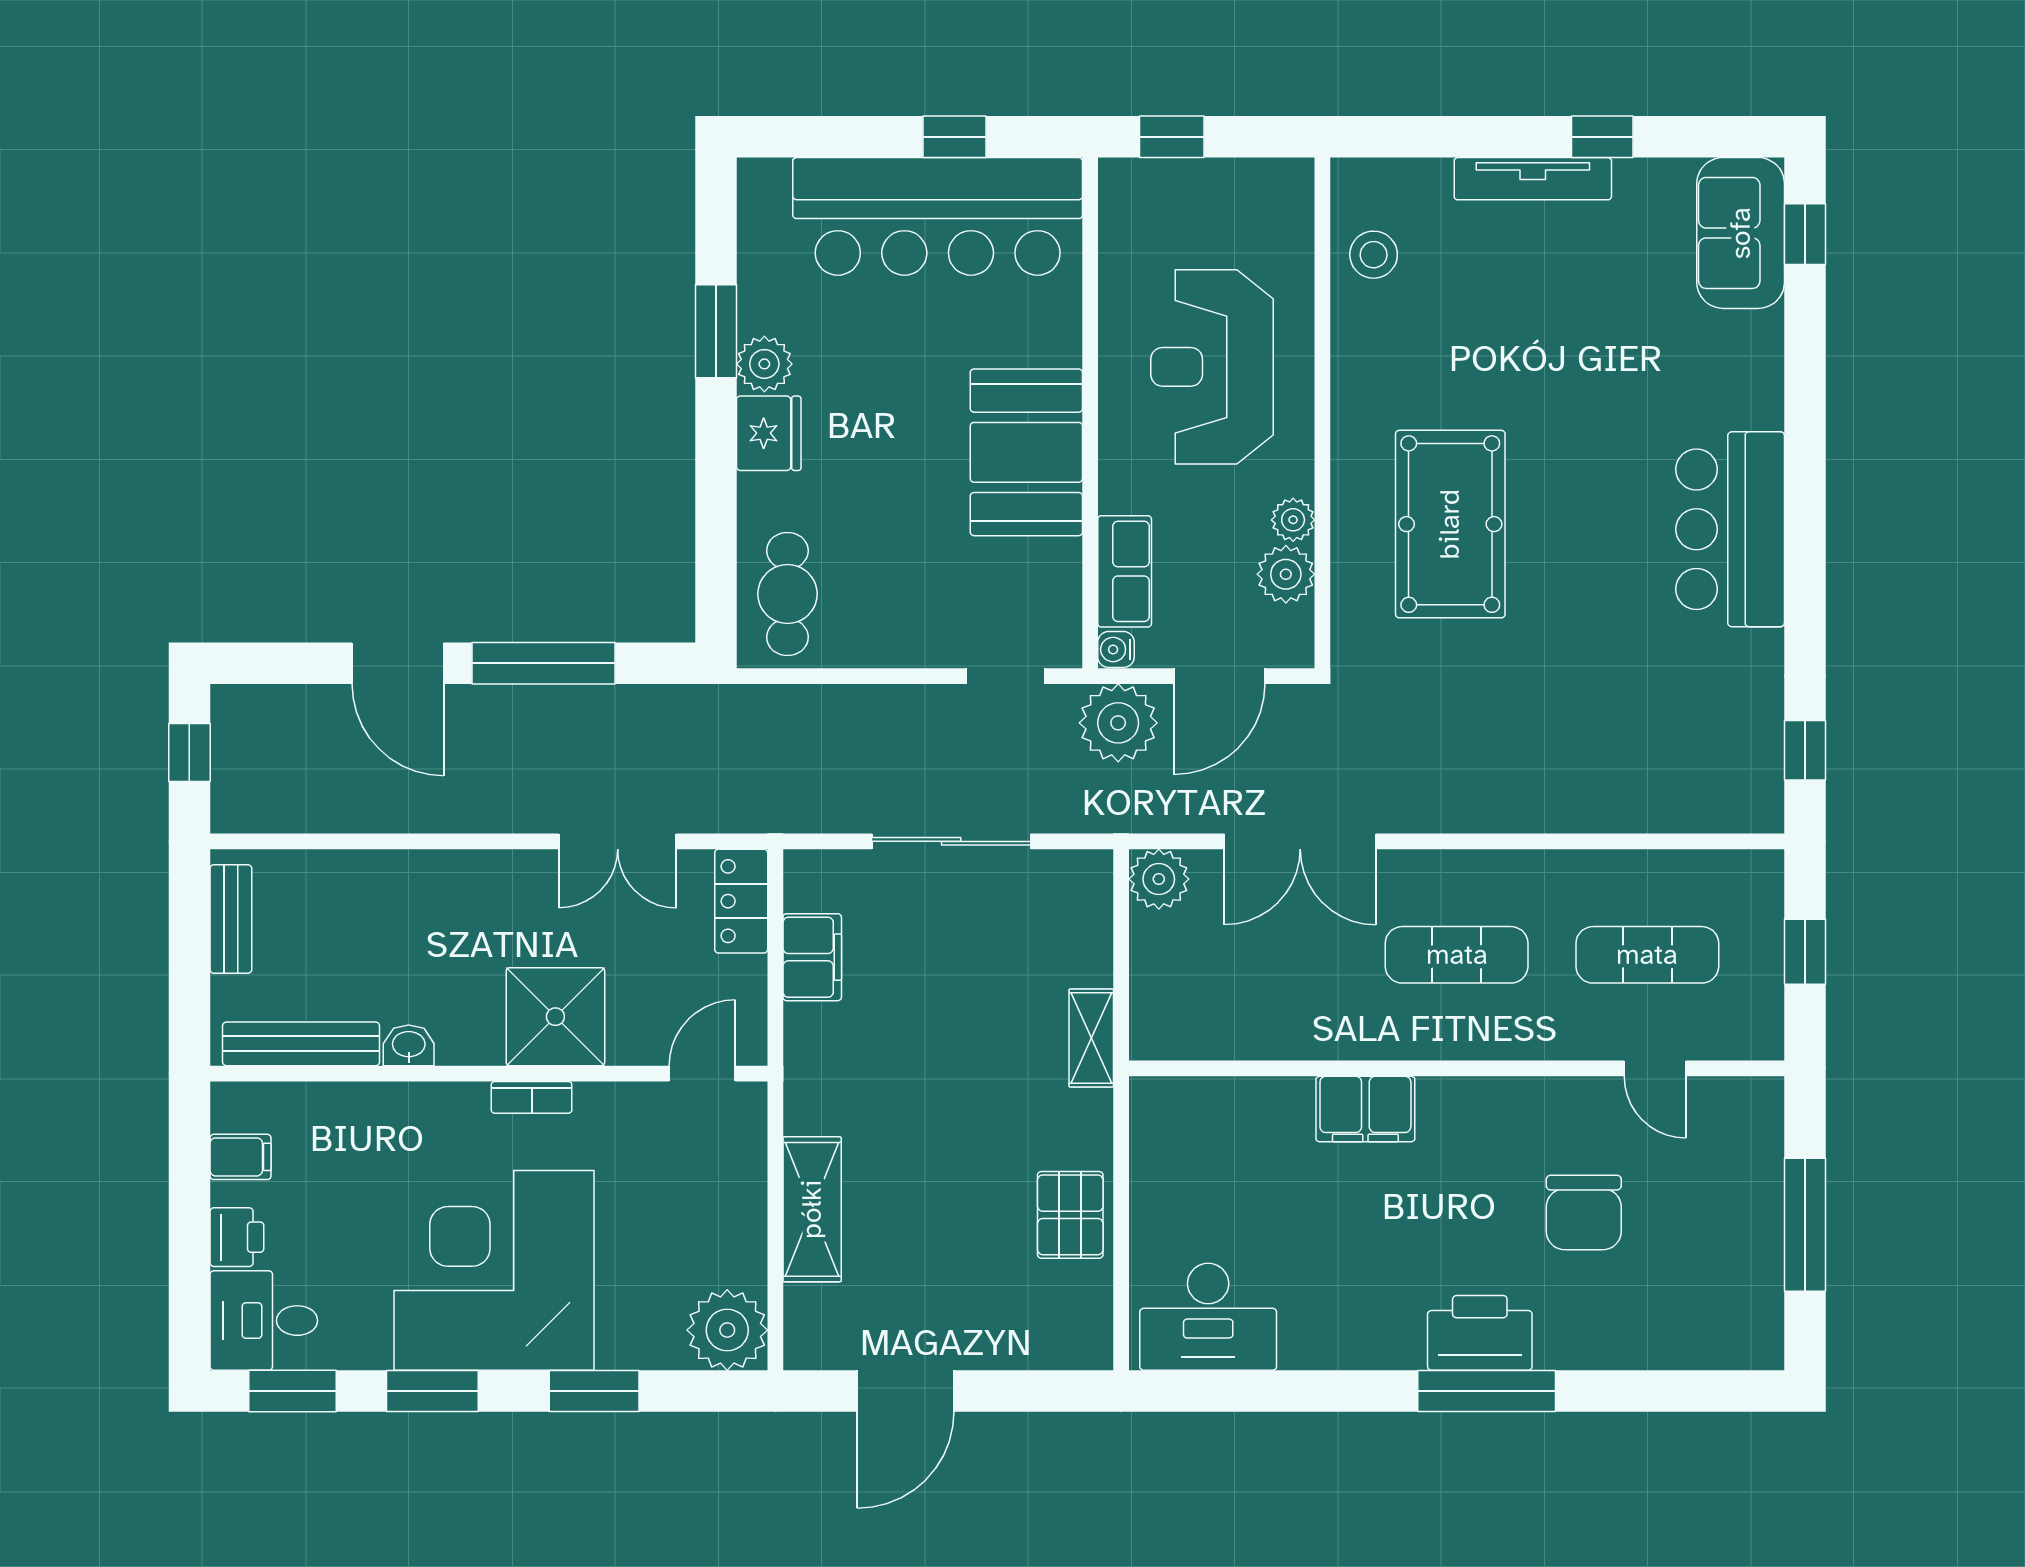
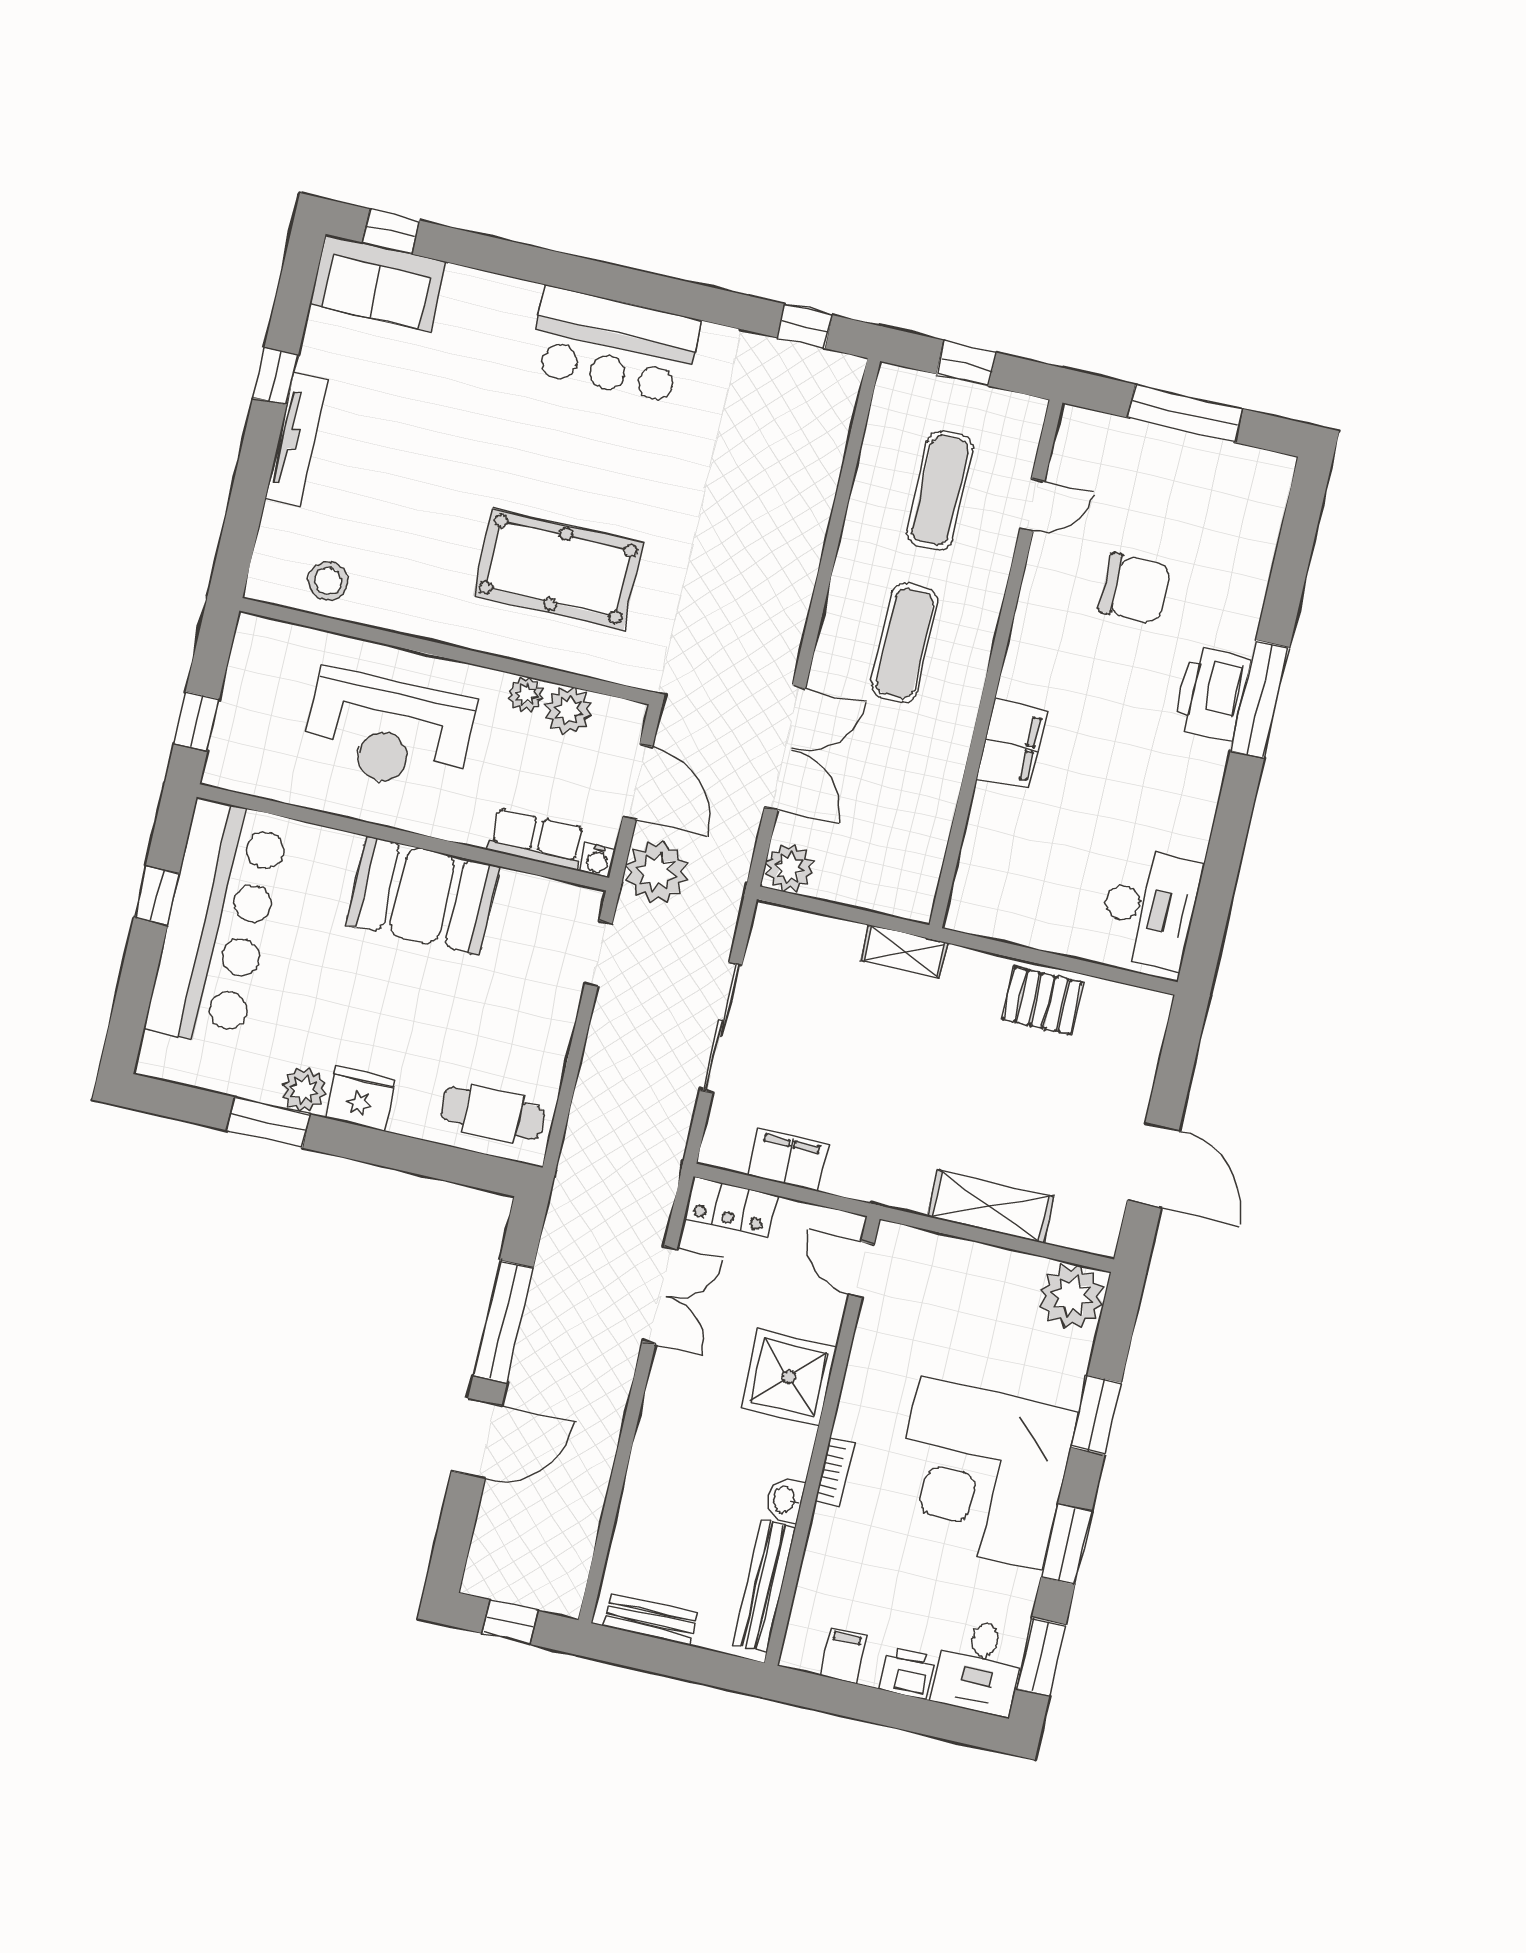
bookcase: (532, 1097) -> (835, 1472), moved

